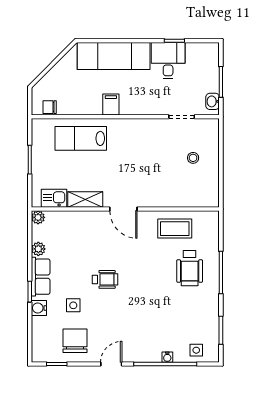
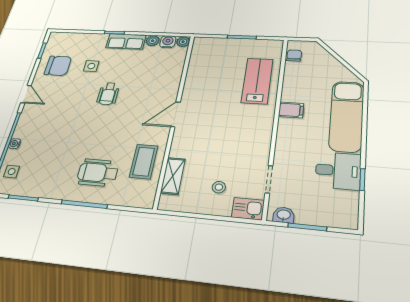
kitchen sink: (54, 198) -> (248, 209), moved, turned -90
shelving: (85, 200) -> (173, 176), moved
water cooler: (39, 308) -> (168, 42), moved

